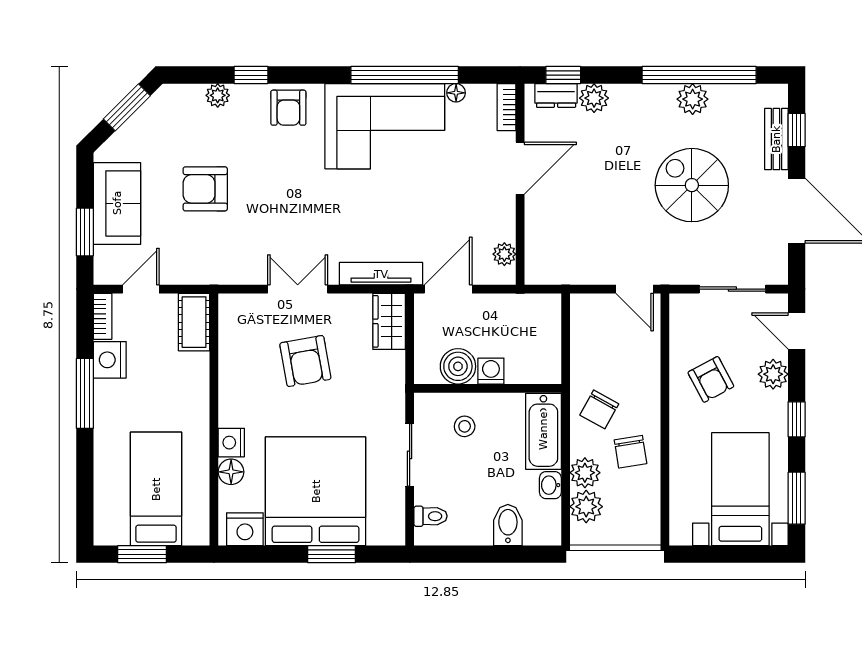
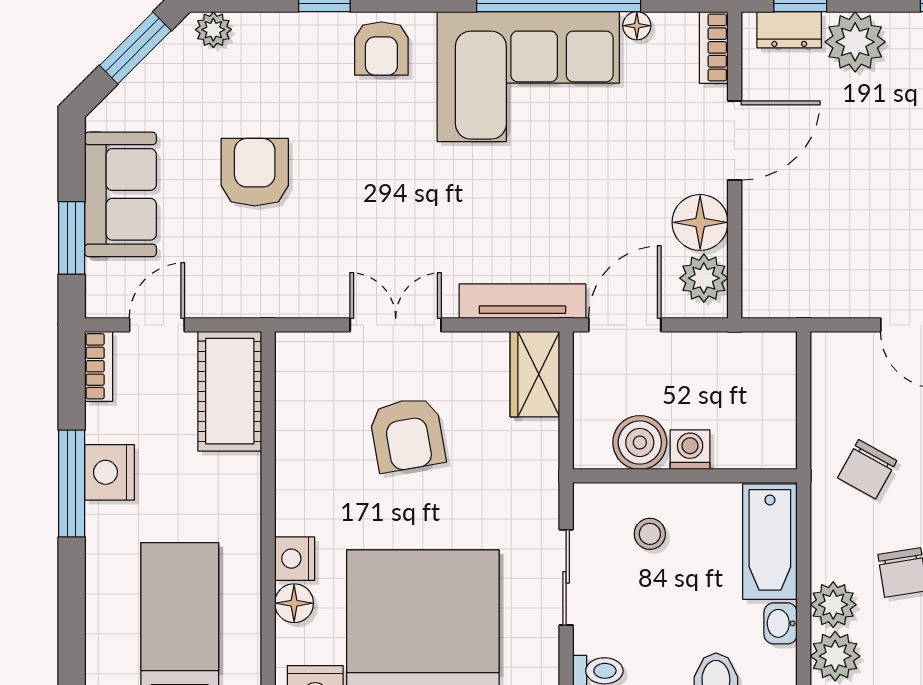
plant: (218, 95) -> (213, 30), moved
plant: (594, 98) -> (855, 42), width x1.36, depth x1.36
armchair: (205, 189) -> (255, 172), turned 90
floor lamp: (498, 222) -> (700, 222), added
plant: (504, 254) -> (704, 278), width x1.38, depth x1.38
cot: (194, 322) -> (230, 391), width x1.37, depth x1.34
nightstand: (110, 360) -> (109, 472), moved
chair: (599, 409) -> (867, 469), moved

